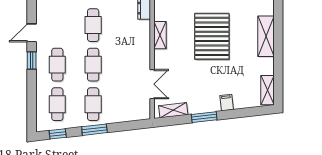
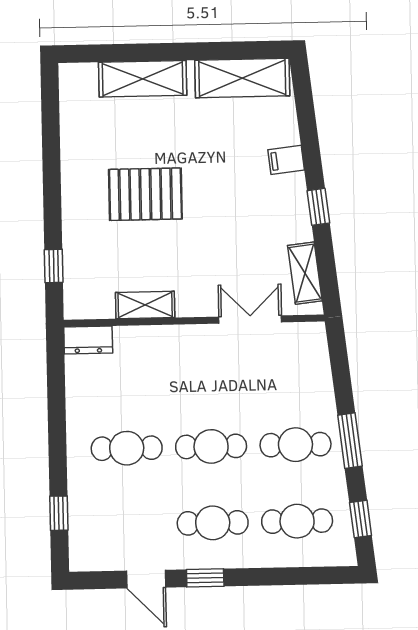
pallet: (212, 36) -> (145, 194), width x0.73, depth x0.71
shelving: (267, 90) -> (242, 78), width x1.50, depth x1.33
window: (204, 117) -> (318, 207), width x0.67

